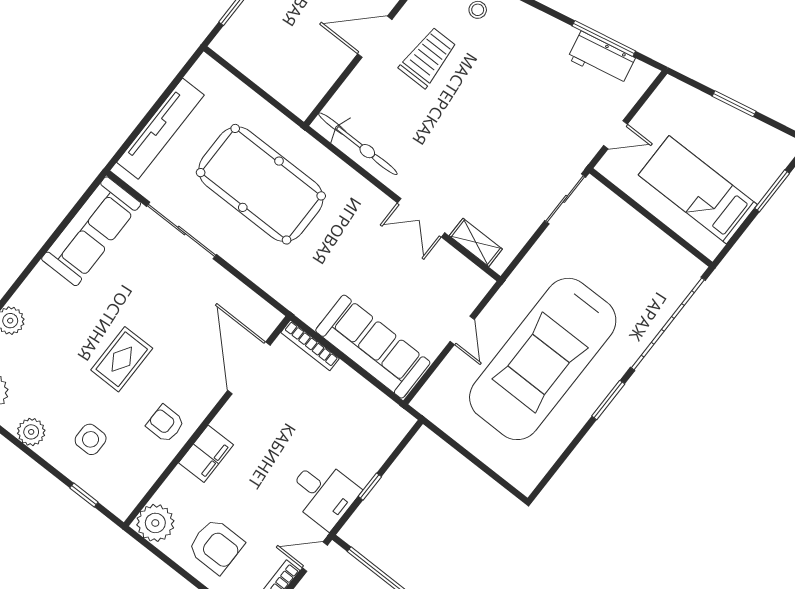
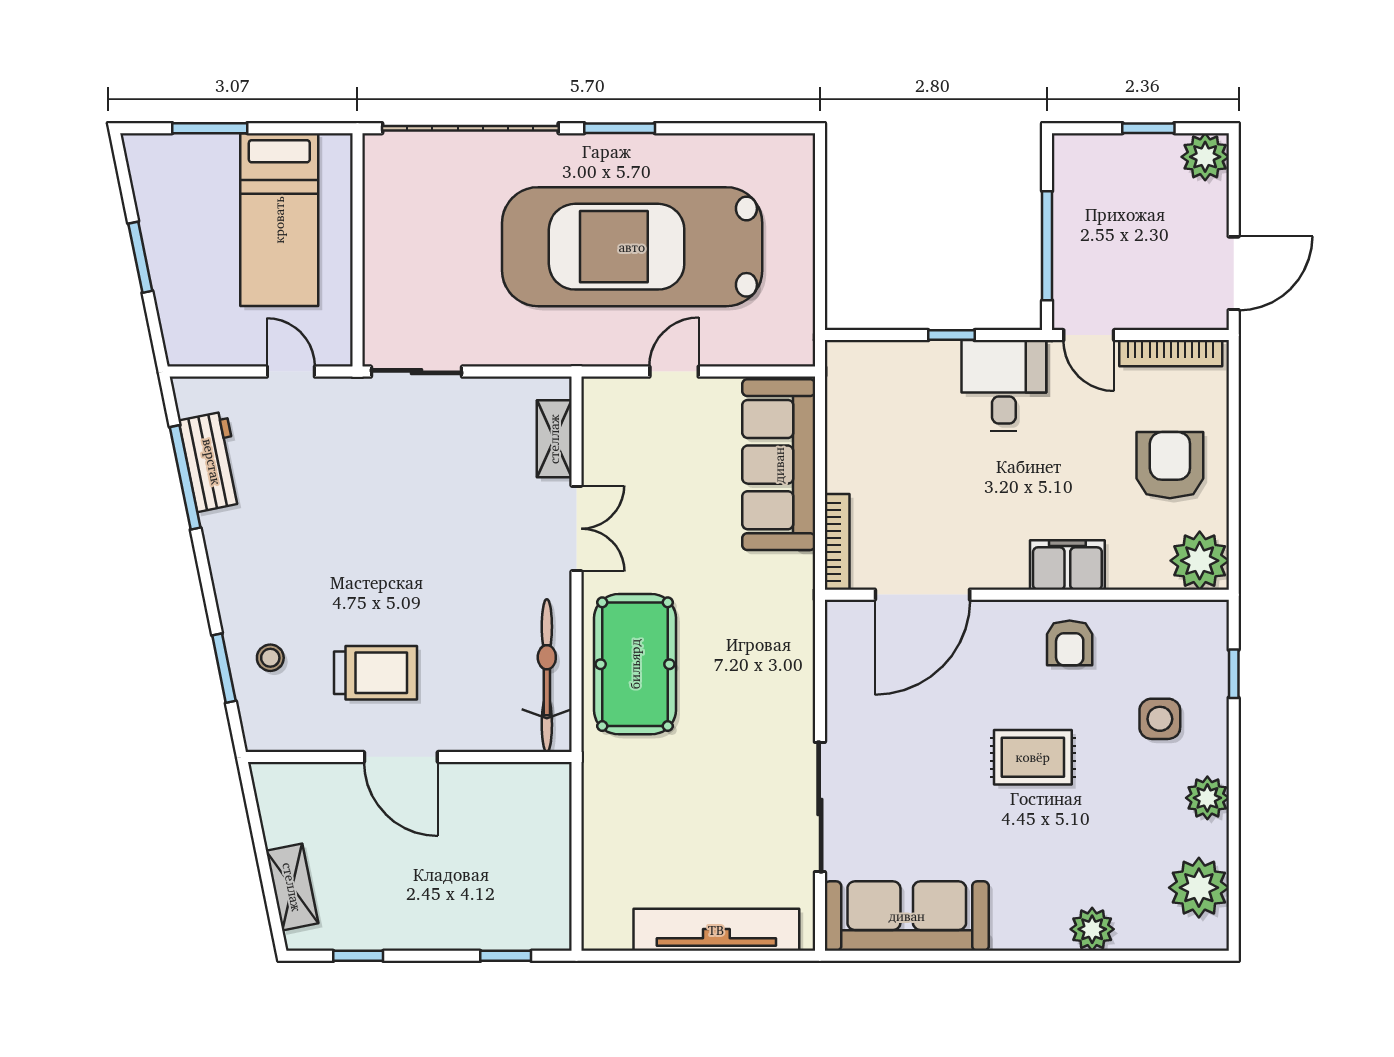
trolley: (428, 58) -> (375, 673), turned 180
pool table: (261, 184) -> (635, 664), moved, width x0.73, depth x0.76
car: (543, 359) -> (632, 247), turned 180

